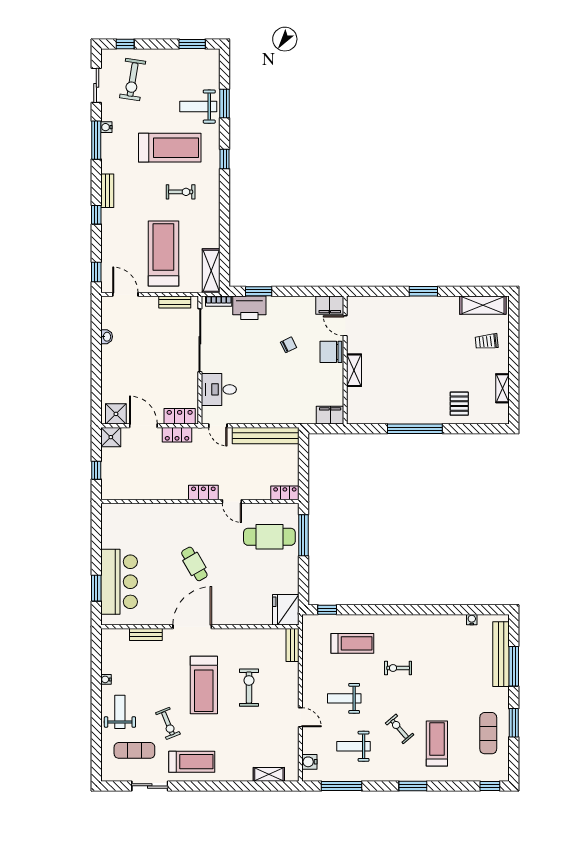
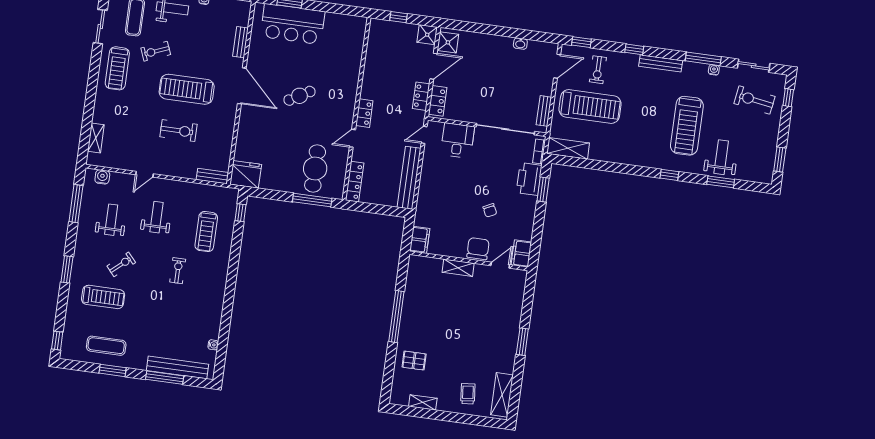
bench: (107, 191) -> (661, 63), width x1.36
exercise bike: (181, 192) -> (598, 70), moved
locker: (285, 493) -> (355, 182), width x1.53

